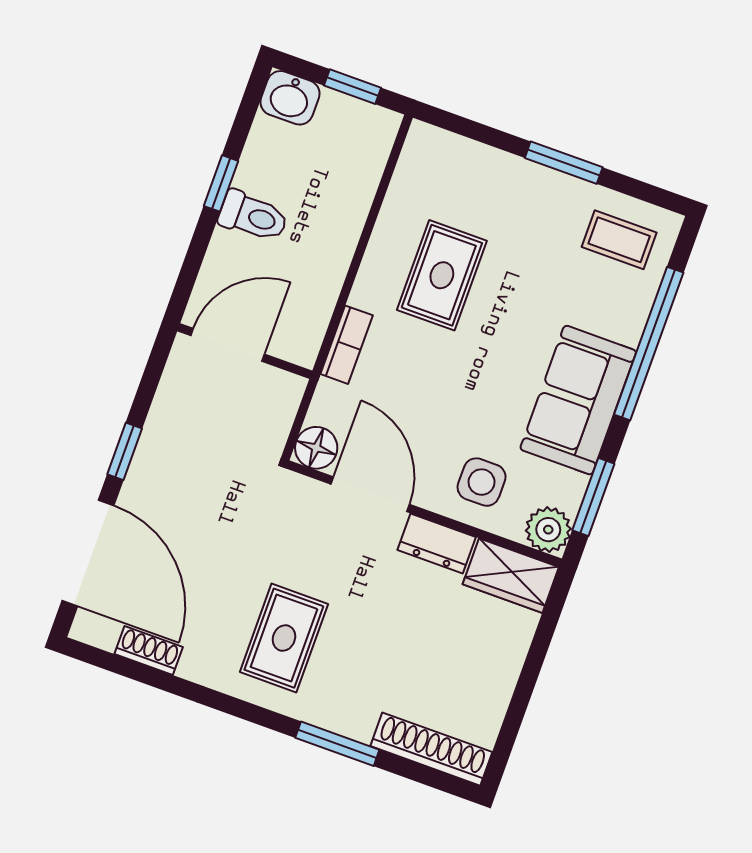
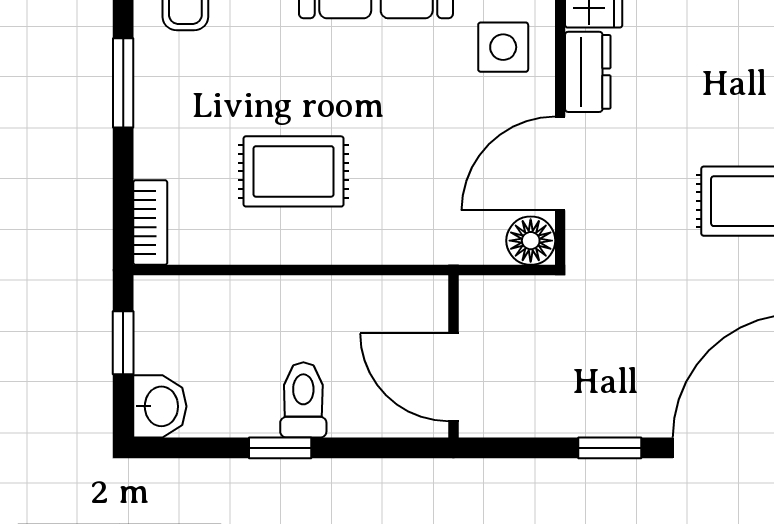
bookcase: (347, 345) -> (150, 223), moved, turned 90

